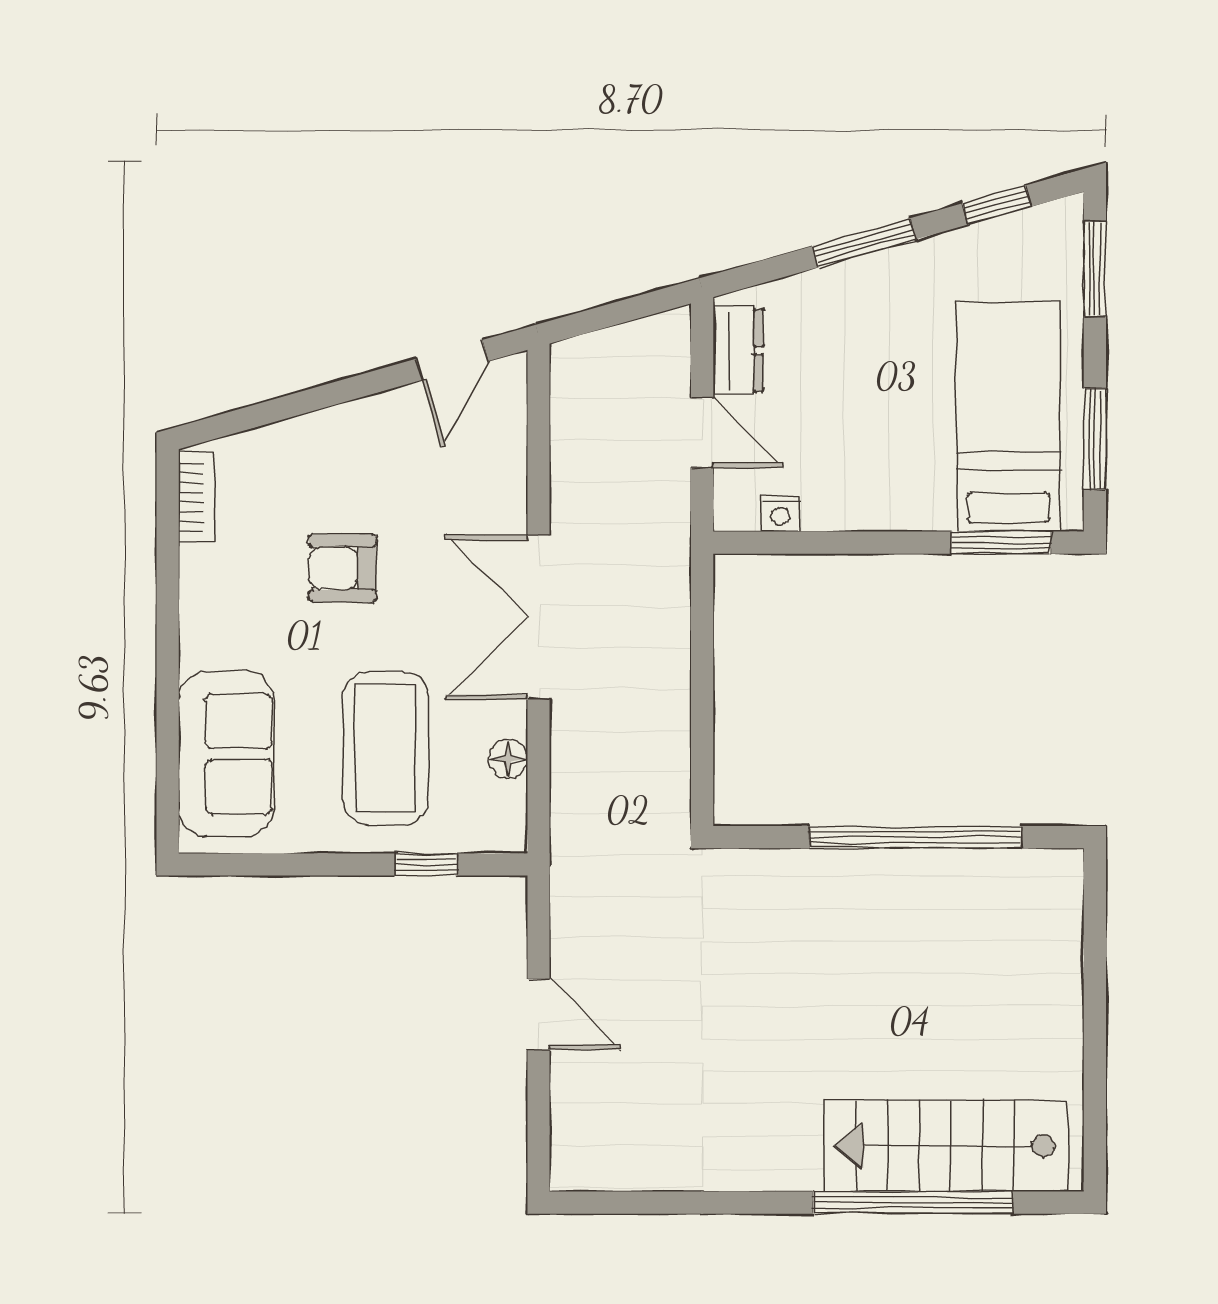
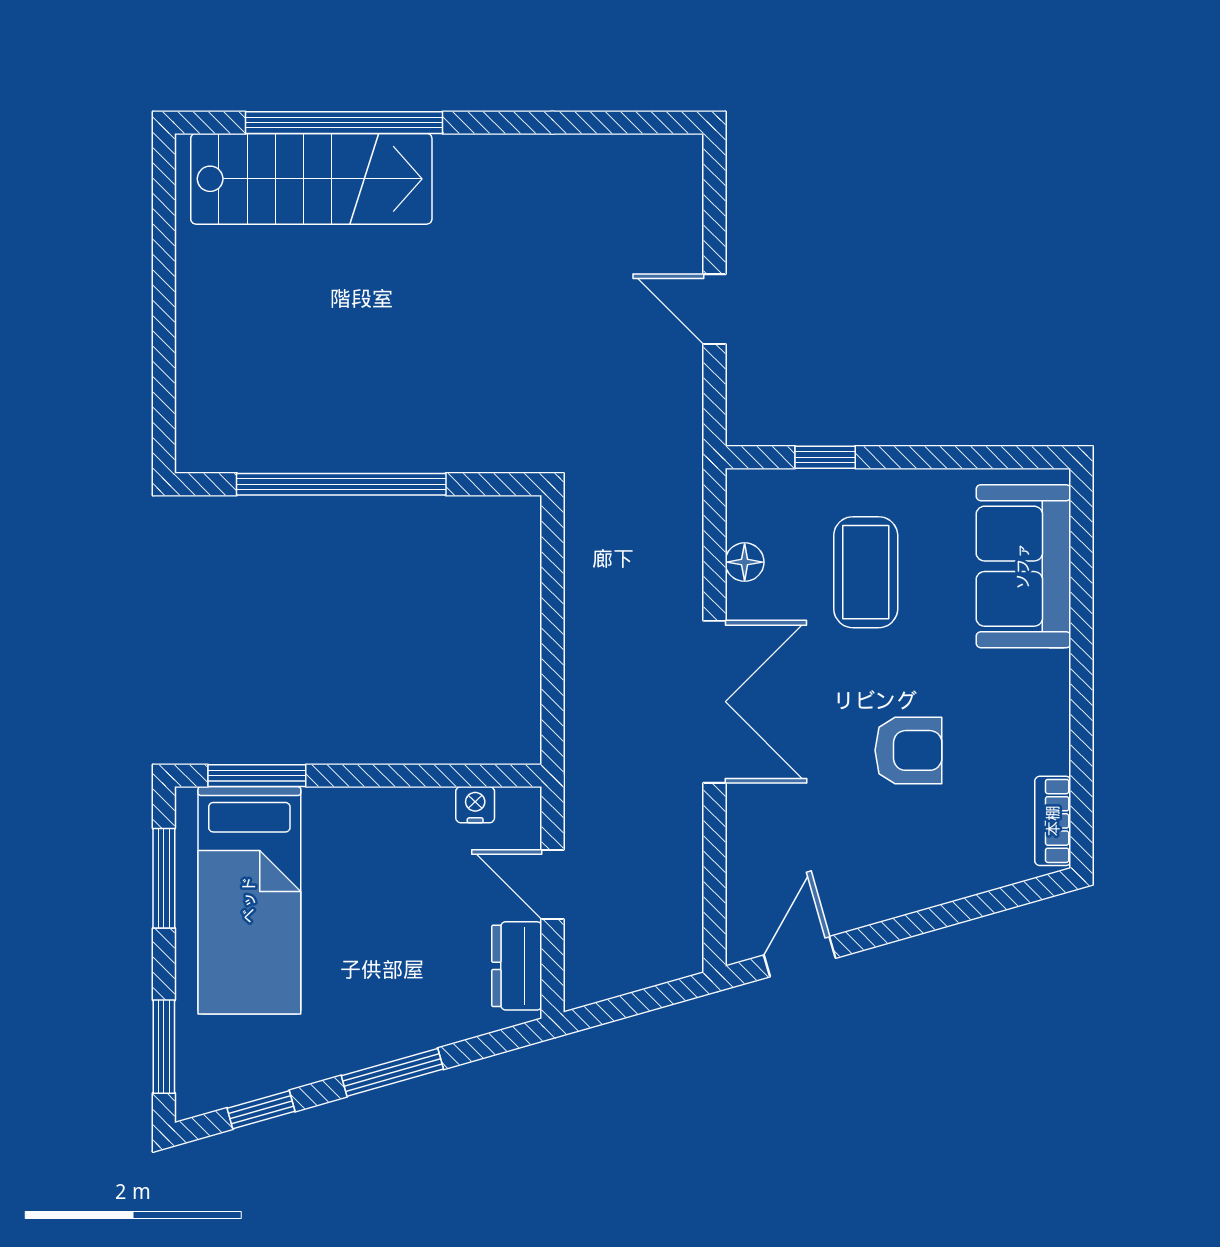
coffee table: (386, 748) -> (866, 572), width x0.73, depth x0.76

